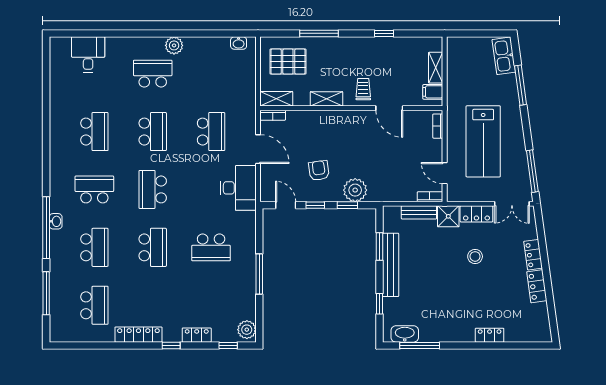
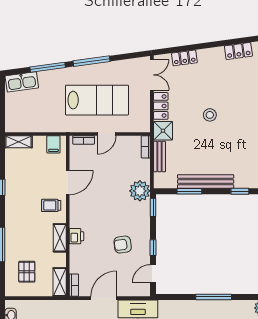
pallet: (288, 62) -> (27, 272), width x0.67, depth x0.71
shelving: (436, 68) -> (19, 142), moved
printer: (328, 118) -> (76, 236), added
window: (532, 171) -> (92, 61), moved
door: (445, 173) -> (107, 134), moved
plant: (355, 190) -> (140, 191), moved
window: (347, 205) -> (153, 207), moved
locker: (533, 255) -> (184, 58), moved
stool: (475, 256) -> (210, 115), moved
locker: (537, 286) -> (238, 51), moved

